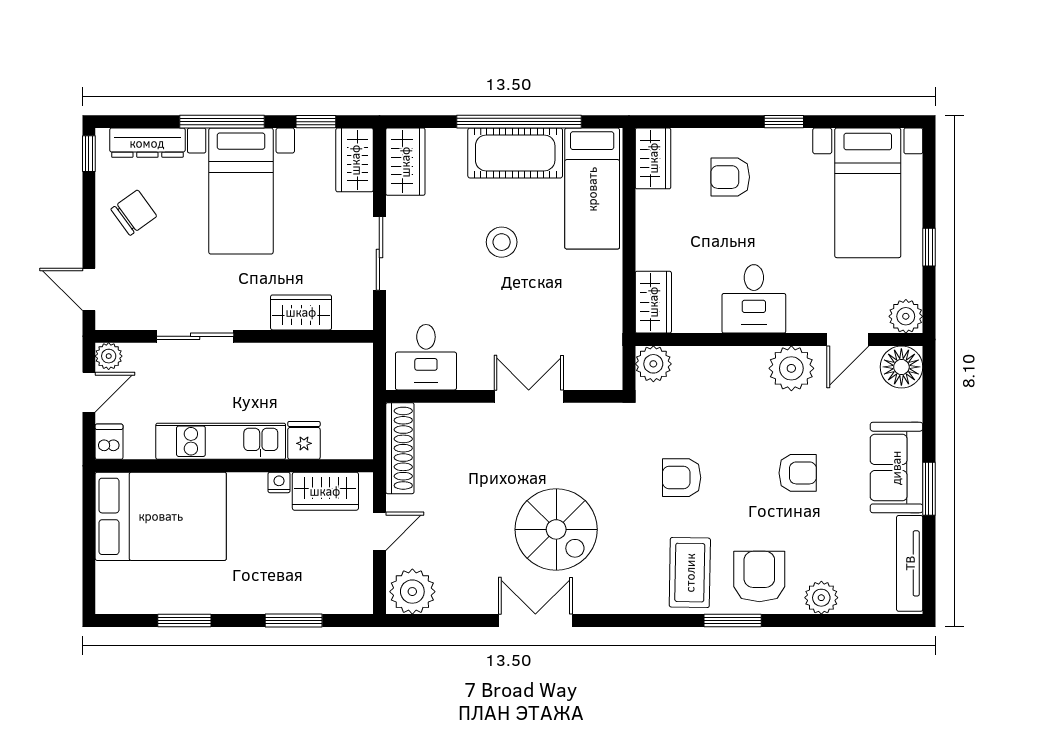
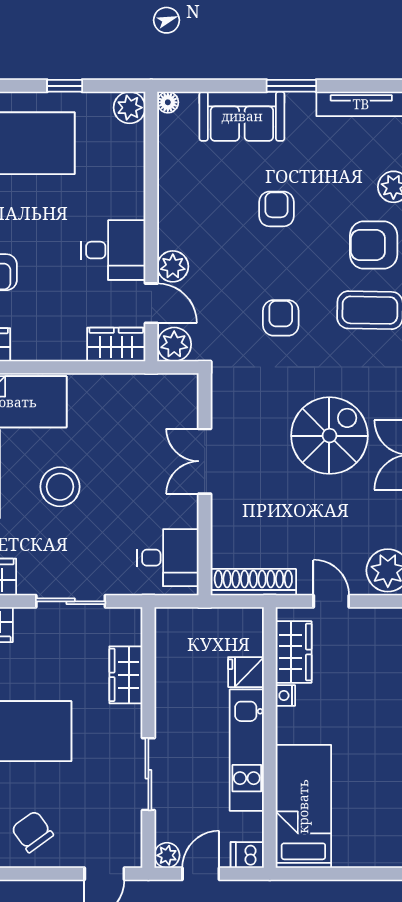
stool: (502, 242) -> (60, 487), width x1.38, depth x1.38
door: (848, 339) -> (151, 303), moved
floor lamp: (901, 367) -> (168, 102), width x0.53, depth x0.53
plant: (791, 368) -> (173, 266), moved, width x0.73, depth x0.73
door: (89, 392) -> (201, 874), hinge flipped
sofa: (896, 468) -> (242, 116), moved
armchair: (682, 478) -> (281, 318), turned 180
bed: (161, 516) -> (303, 806), width x0.67

